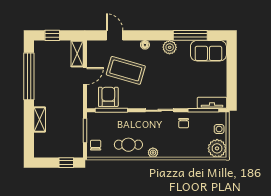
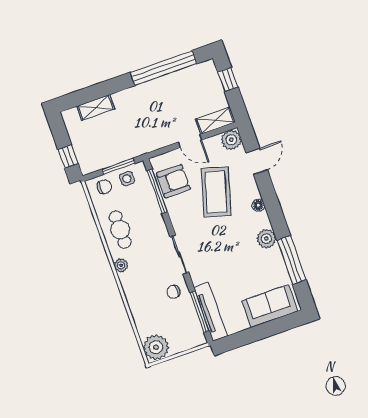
plant: (94, 48) -> (231, 140), added
sofa: (208, 51) -> (270, 306), moved, turned 90
tv unit: (212, 103) -> (211, 312), width x1.41
shelving: (40, 120) -> (96, 108), moved
side table: (219, 129) -> (127, 179), moved

